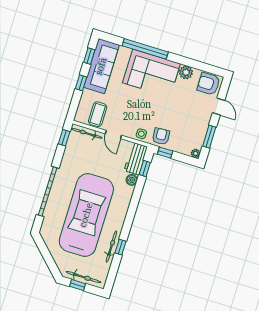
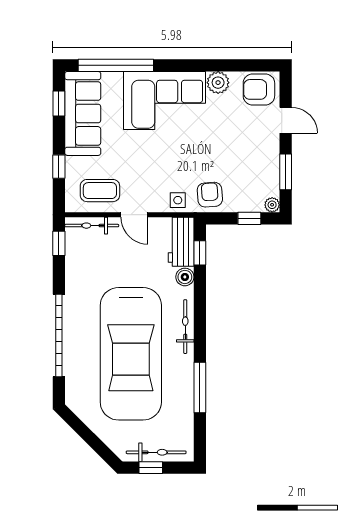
window: (145, 49) -> (116, 65), moved
window: (81, 83) -> (59, 167), moved
coffee table: (98, 114) -> (100, 191), turned 90
window: (165, 153) -> (249, 218), moved
car: (86, 215) -> (131, 354), turned 180
bicycle: (111, 247) -> (185, 327), moved
window: (121, 247) -> (200, 388), width x2.17

